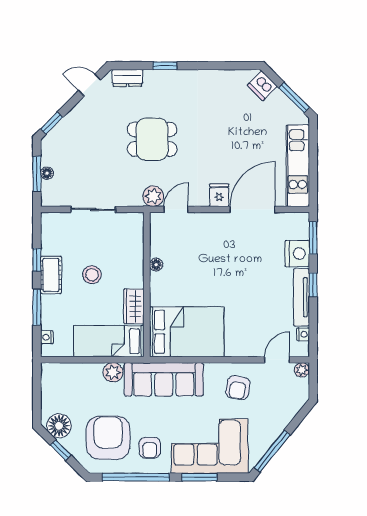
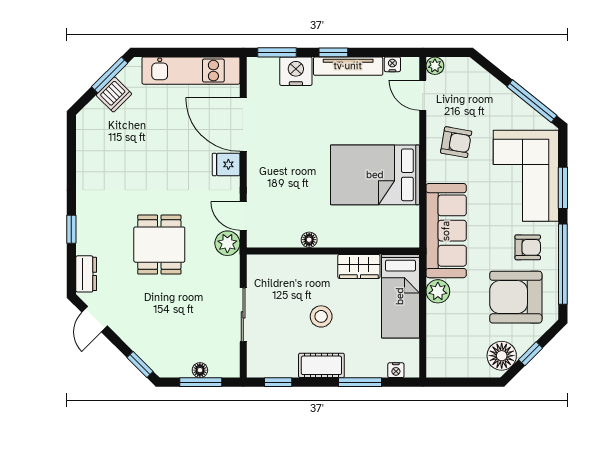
dishwasher: (262, 86) -> (114, 94), moved
window: (37, 260) -> (278, 382), moved
bed: (187, 332) -> (375, 175), moved, turned -90

